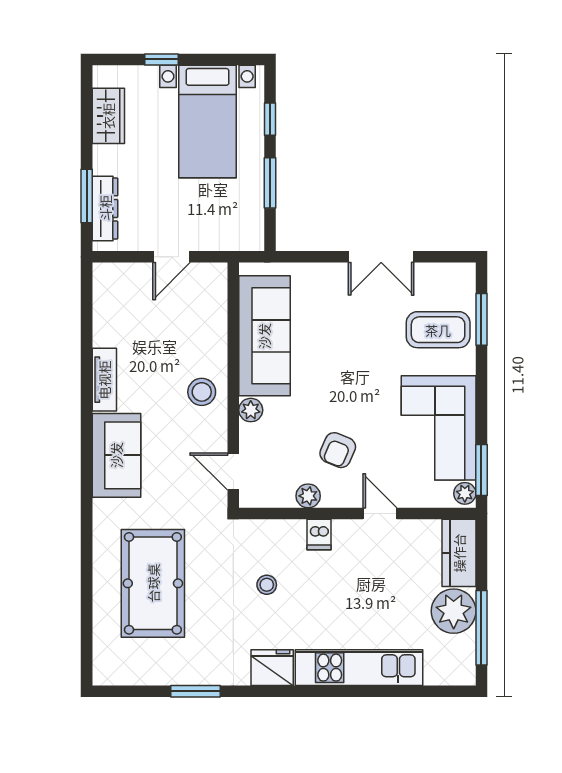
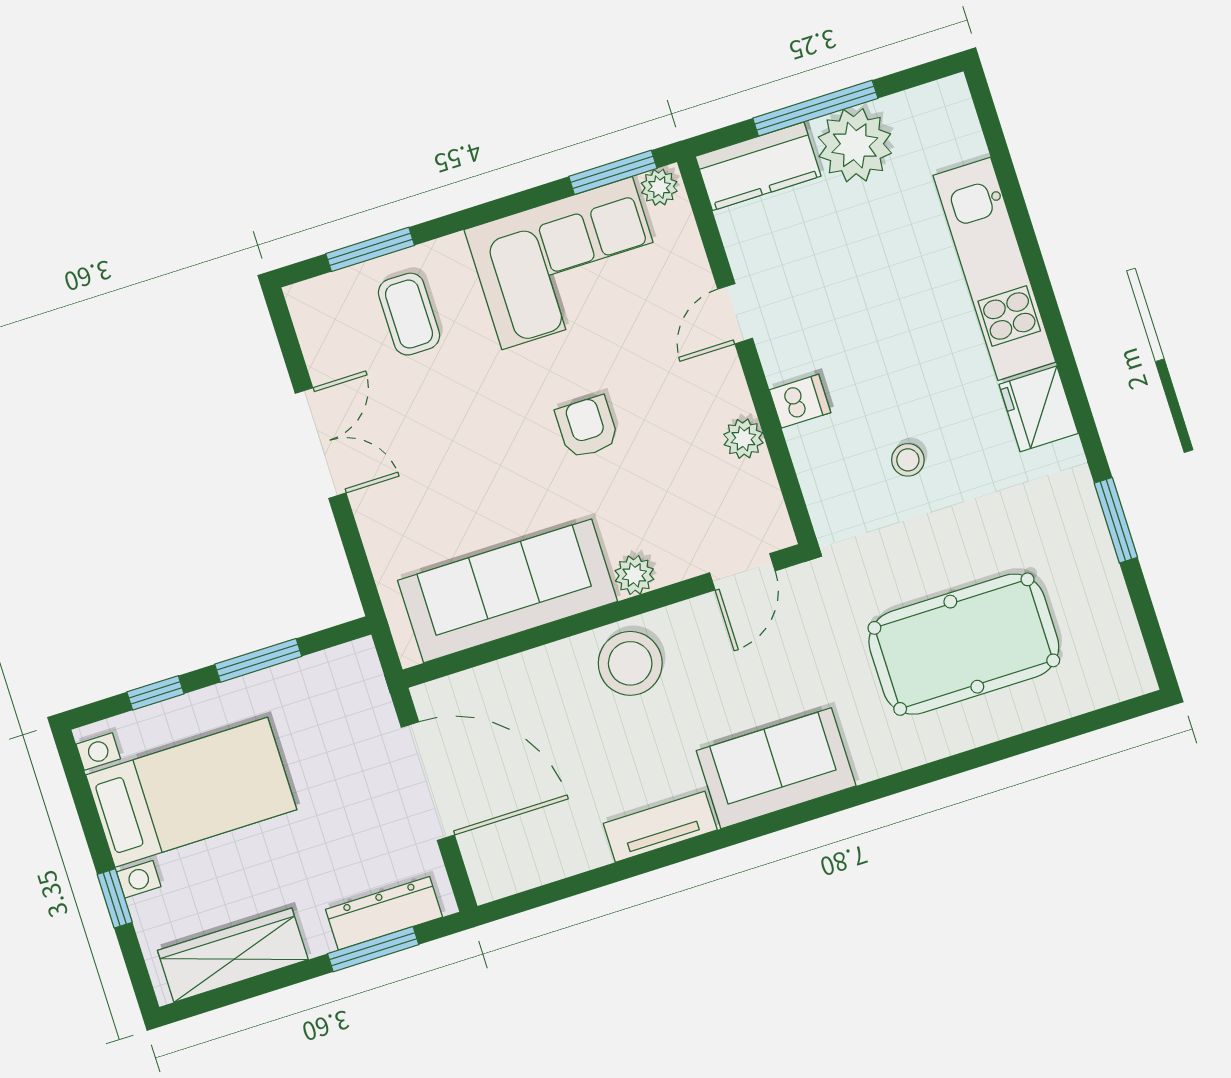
wardrobe: (108, 116) -> (233, 955), width x1.50
door: (171, 257) -> (428, 781), width x1.88
coffee table: (438, 330) -> (409, 314), width x0.73, depth x0.77
stool: (202, 392) -> (630, 663), width x1.38, depth x1.38
armchair: (338, 450) -> (587, 427), moved, turned -113
window: (481, 628) -> (815, 108), moved

